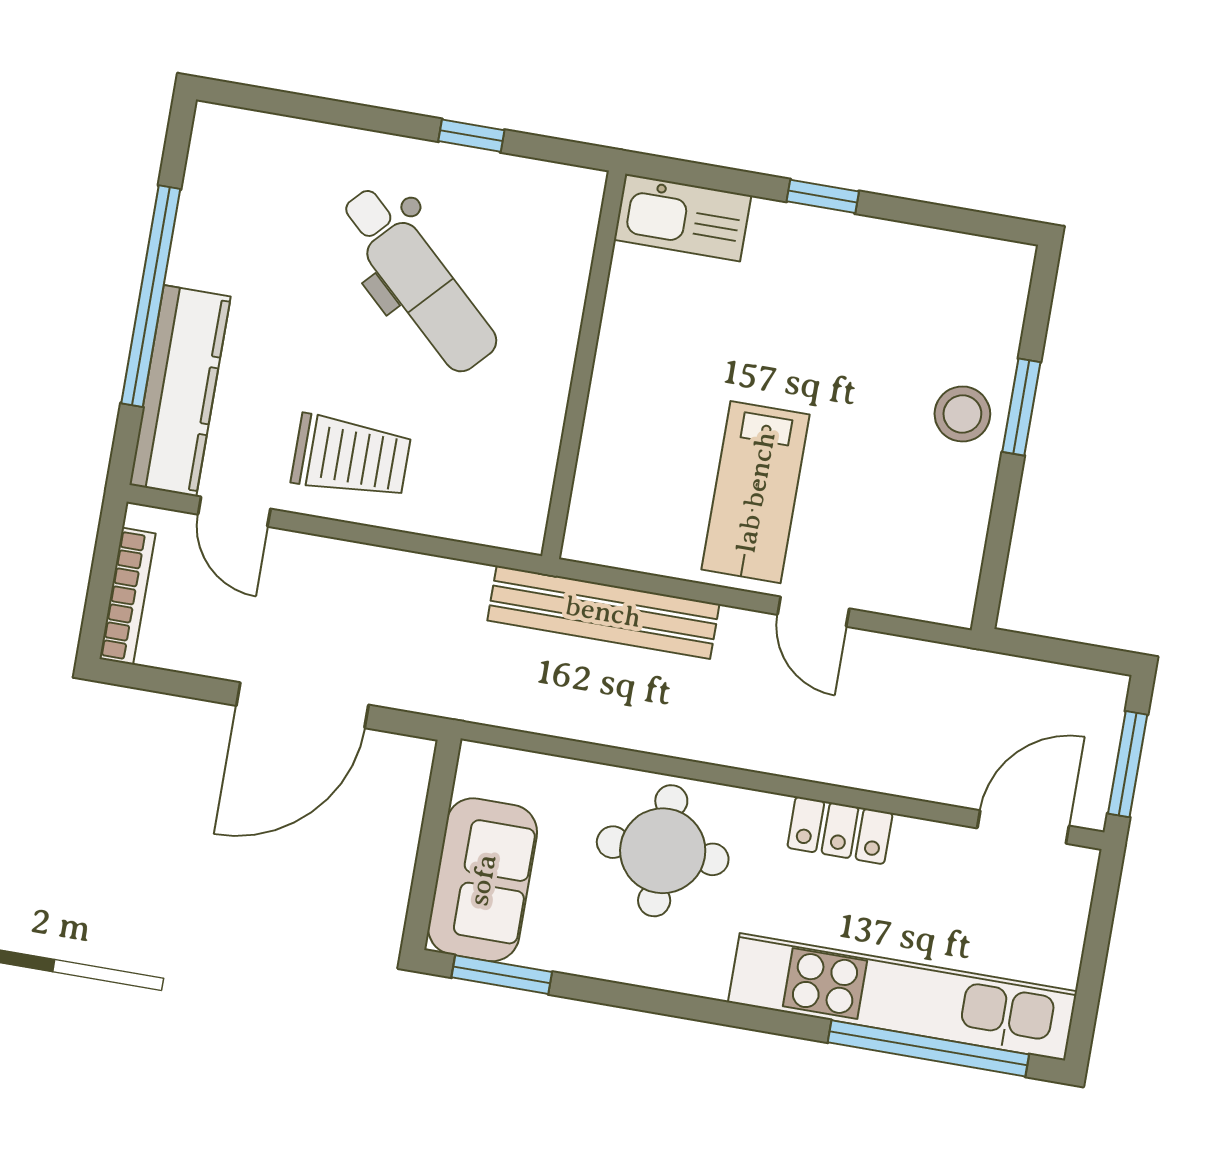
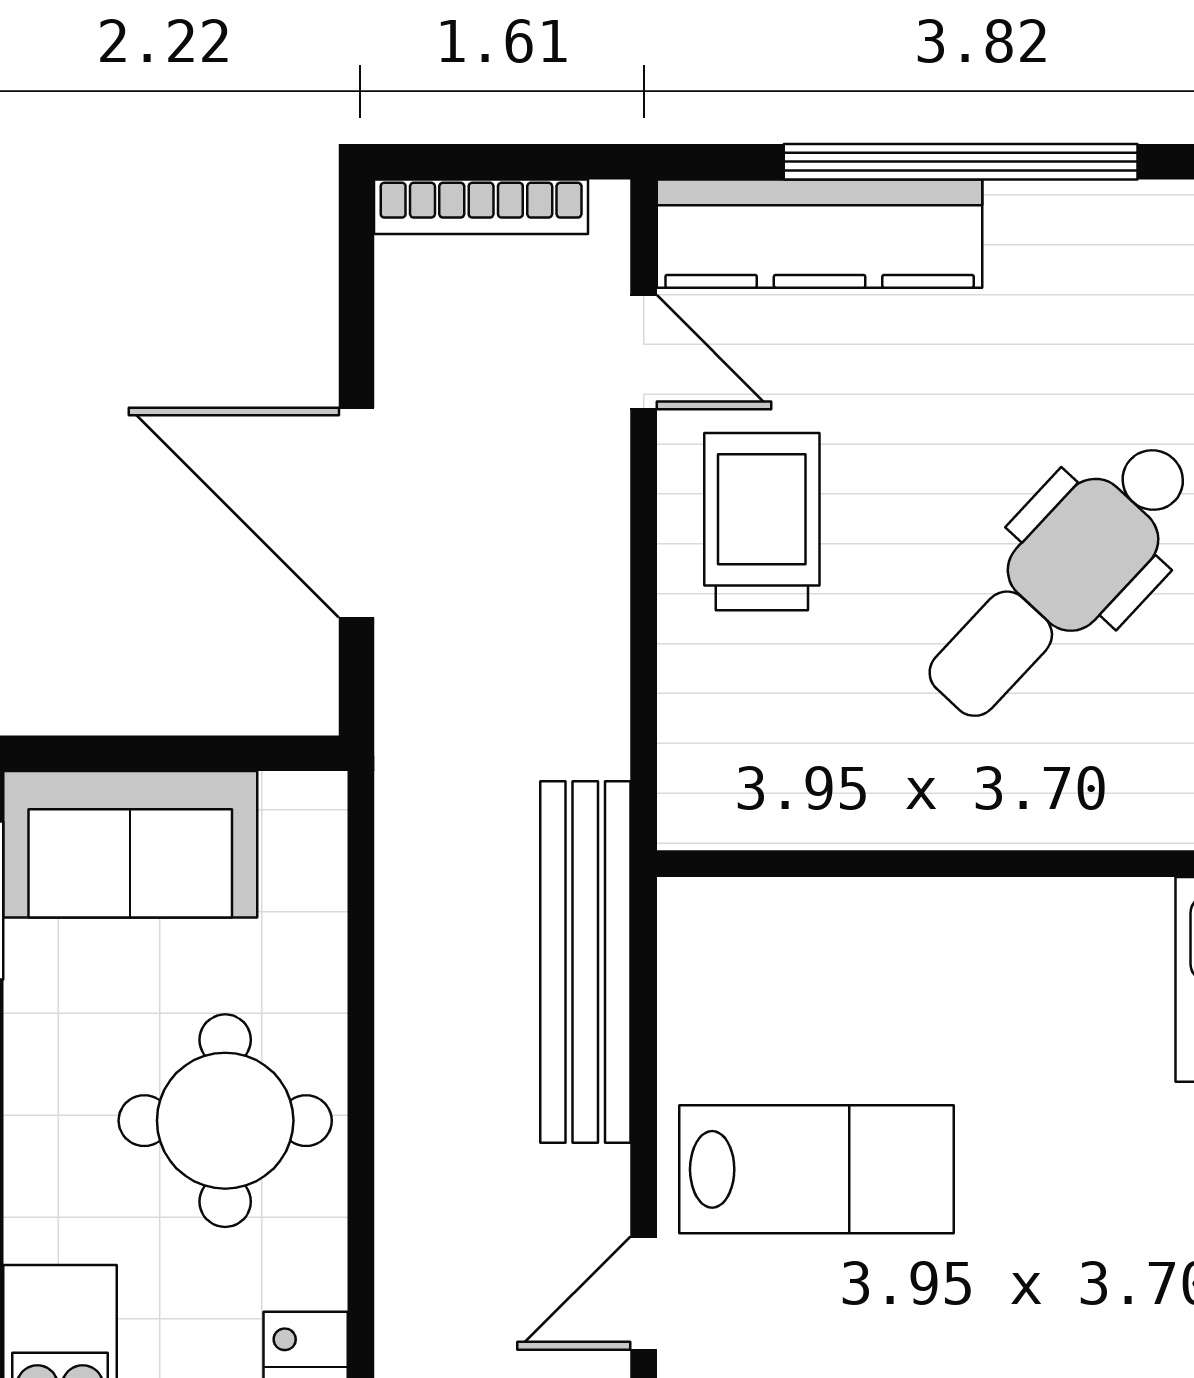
trolley: (351, 457) -> (762, 522), turned 180
lab bench: (756, 492) -> (816, 1169), turned 180
door: (234, 512) -> (644, 352), swing flipped

